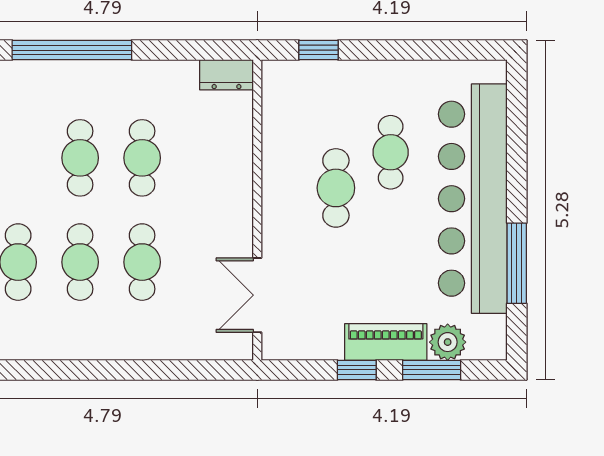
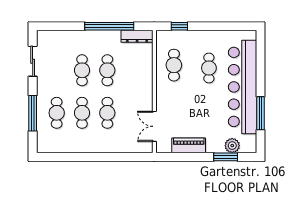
window: (72, 50) -> (109, 26), moved
dresser: (227, 75) -> (137, 36), width x1.44
cafe table: (336, 188) -> (174, 65), moved
piano: (386, 342) -> (189, 145), moved
window: (357, 370) -> (195, 157), removed

